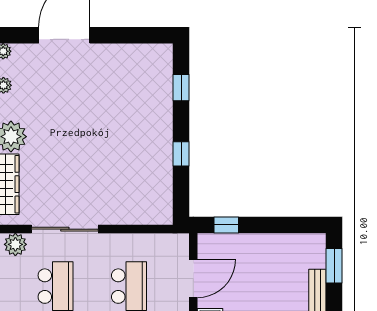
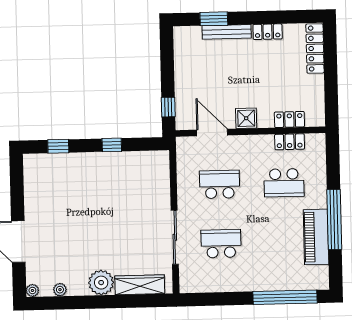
plant: (15, 244) -> (188, 277), removed
window: (334, 266) -> (214, 19), moved

